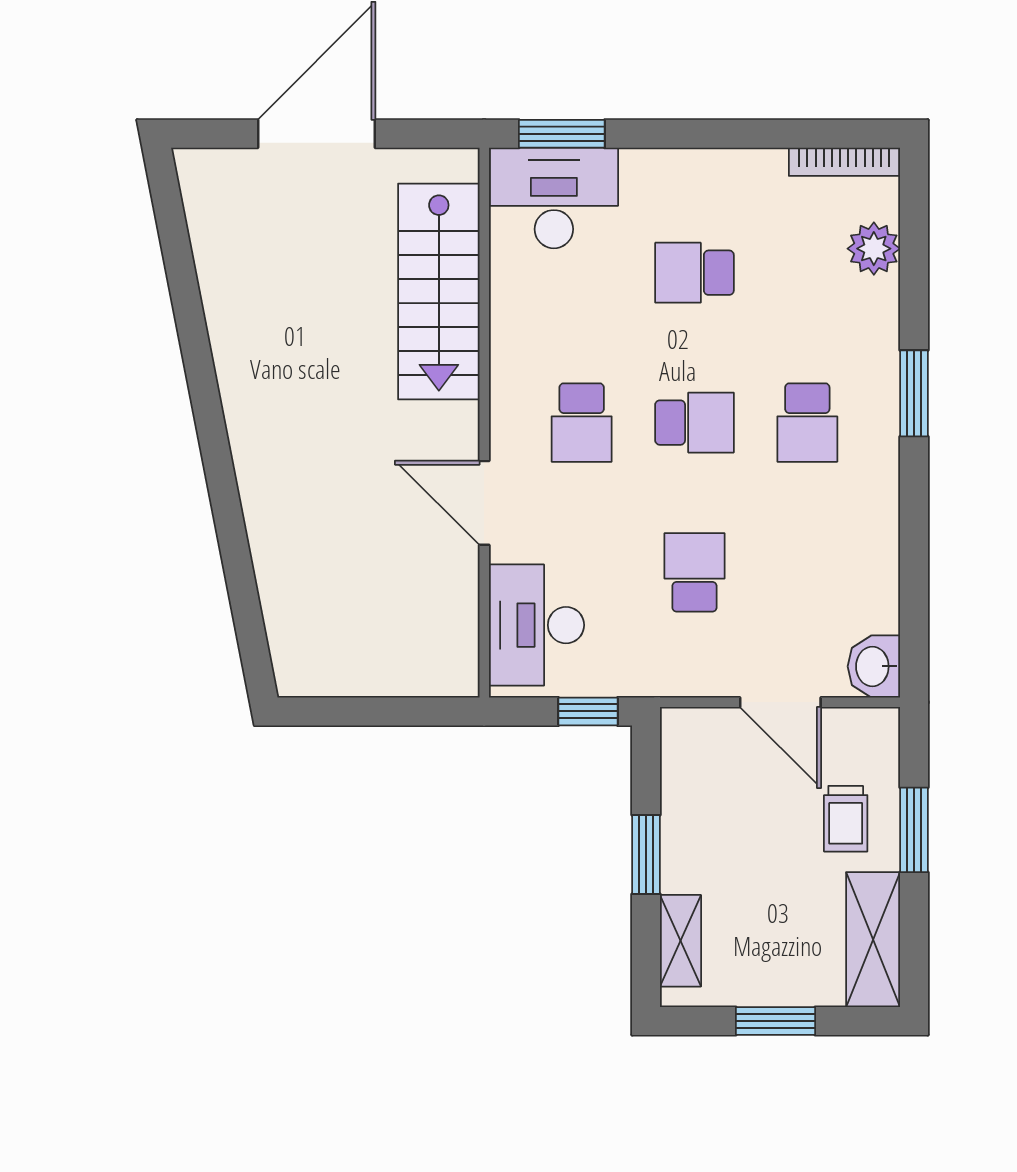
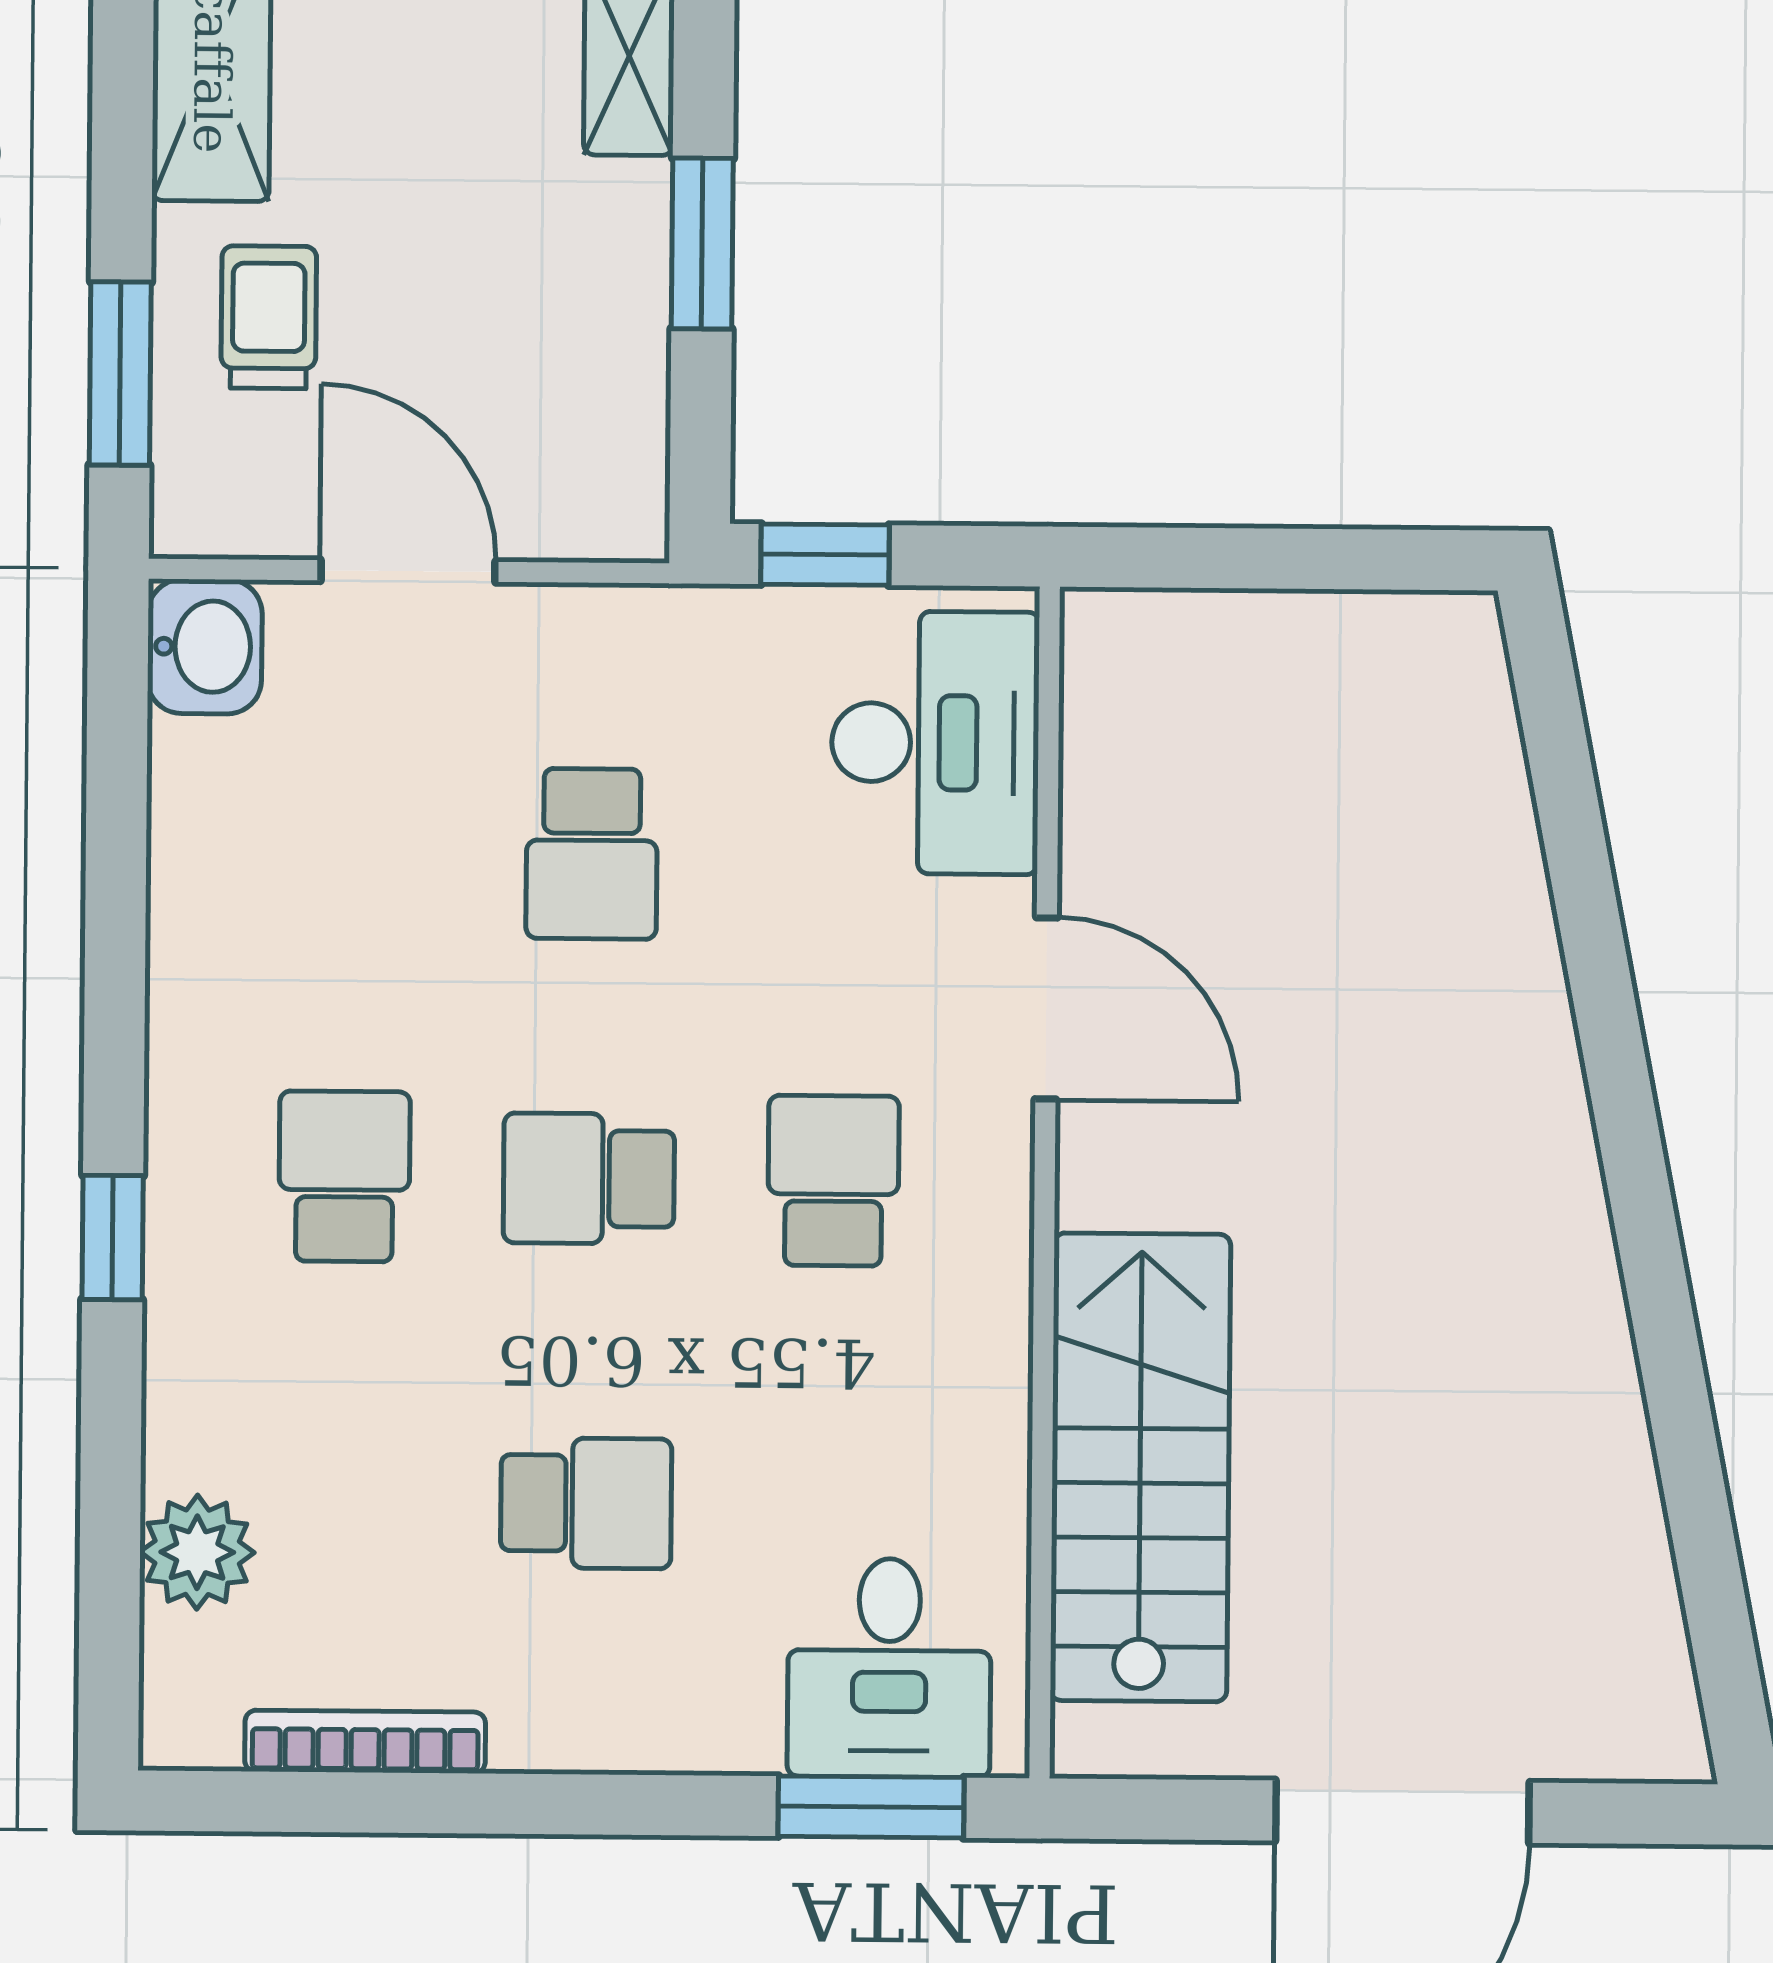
bookcase: (844, 162) -> (365, 1742), moved
desk: (554, 198) -> (889, 1668), width x0.73
window: (914, 393) -> (113, 1237), width x0.67
window: (914, 830) -> (120, 373), moved

